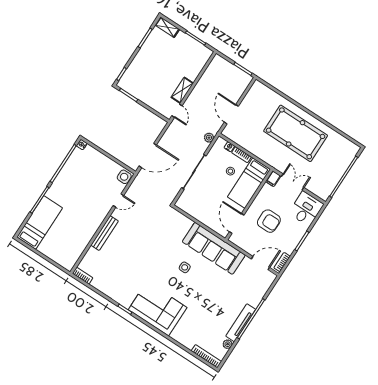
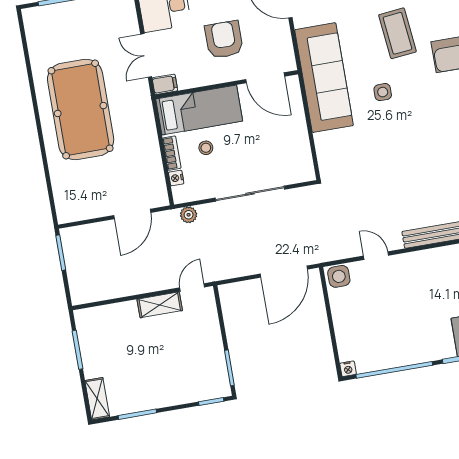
door: (148, 155) -> (284, 272), swing flipped
door: (237, 223) -> (265, 78), hinge flipped
coffee table: (204, 297) -> (397, 33), added

